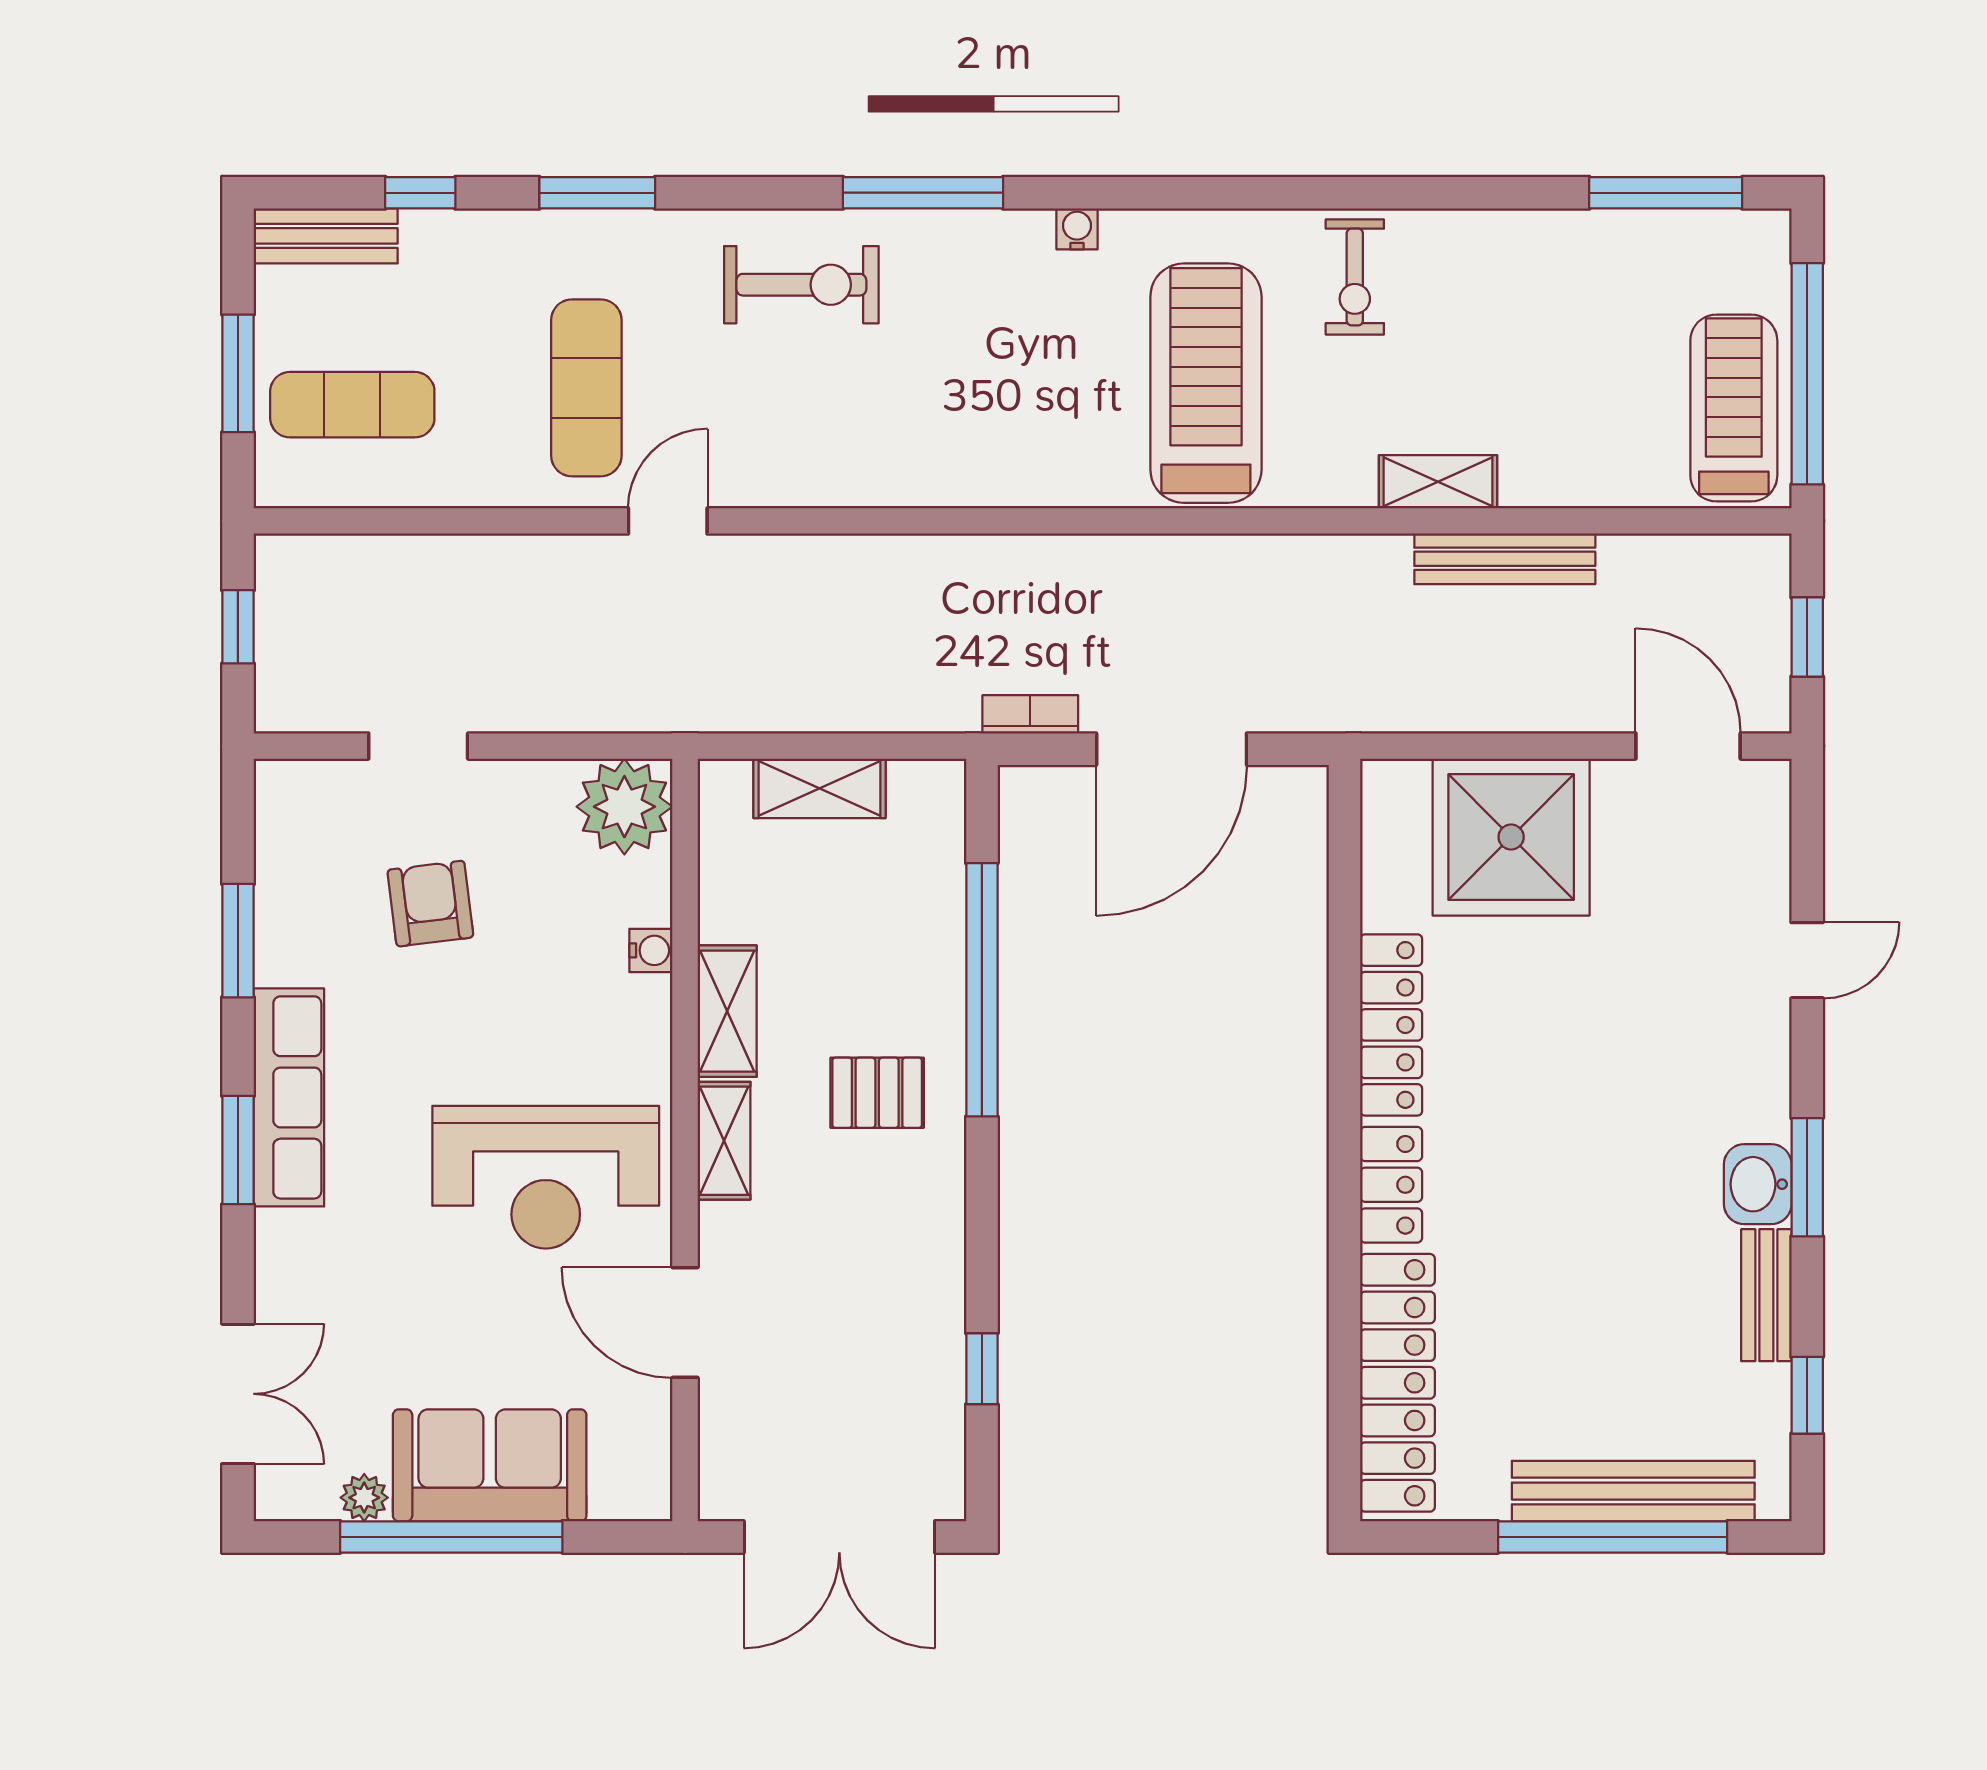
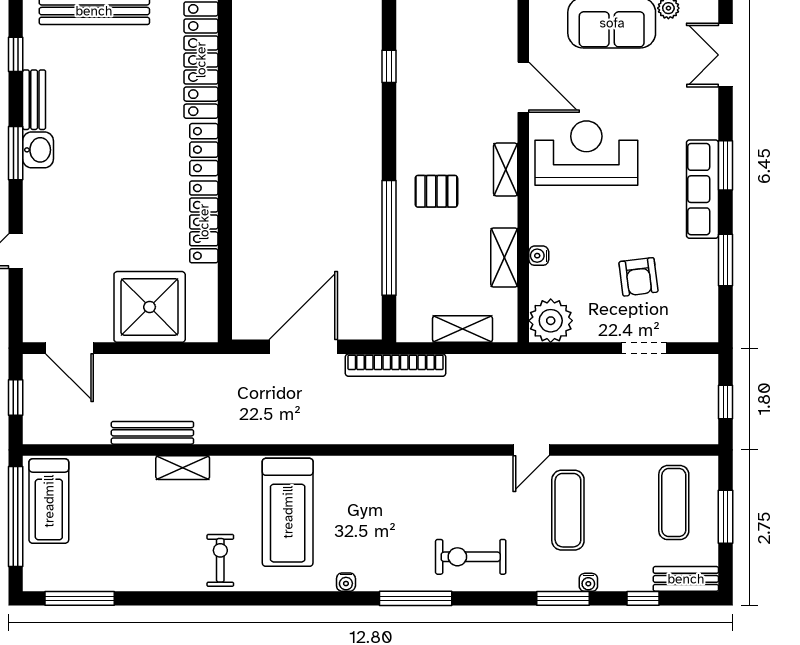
water cooler: (541, 228) -> (588, 582), added
exercise mat: (352, 405) -> (674, 503), turned 90
bookcase: (1030, 714) -> (396, 365), width x2.31, depth x1.31
shelving: (727, 1011) -> (504, 258), moved

